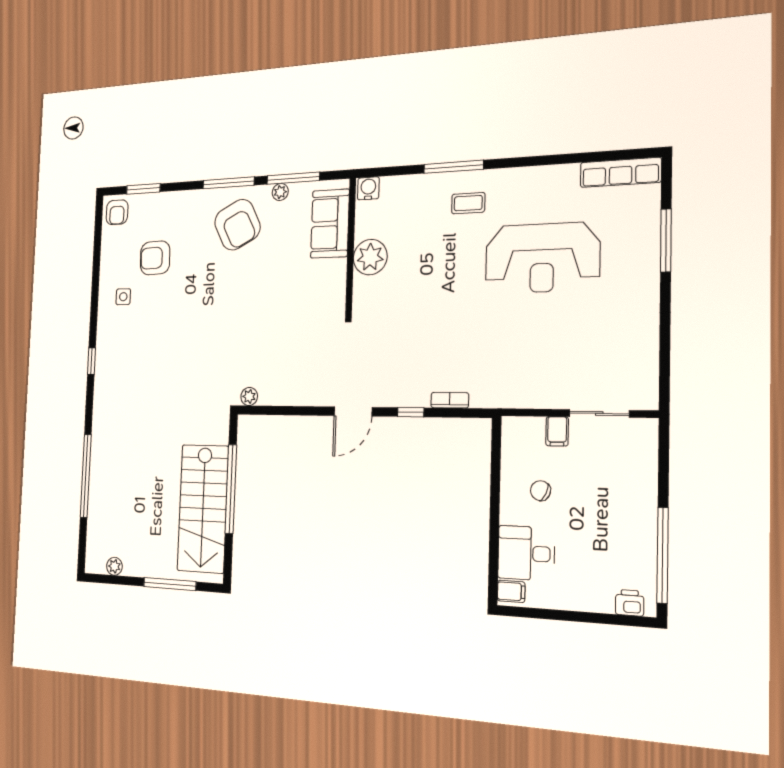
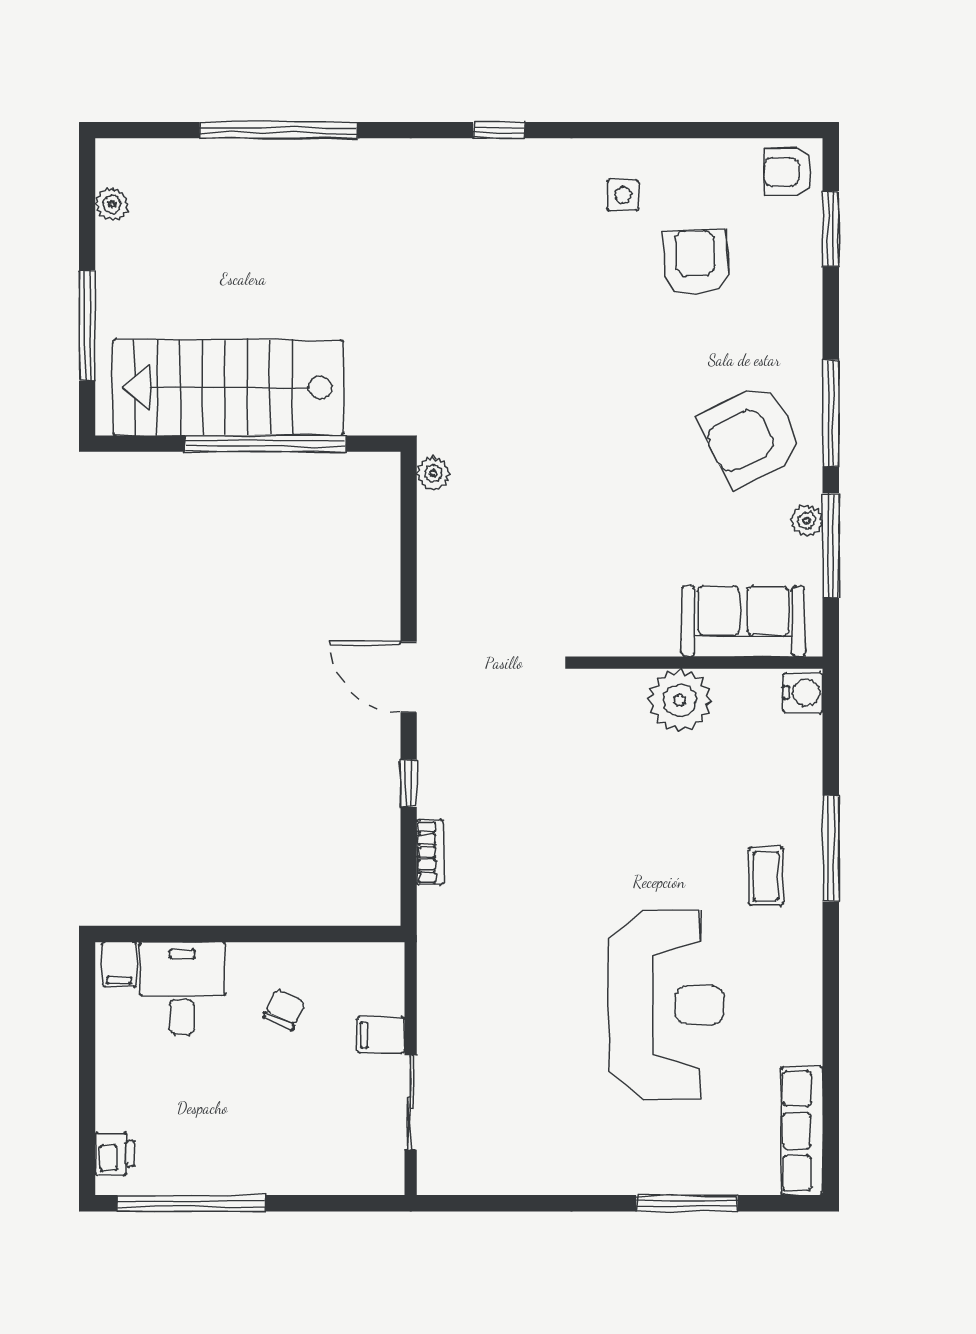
reception desk: (542, 258) -> (666, 1005), turned 180

